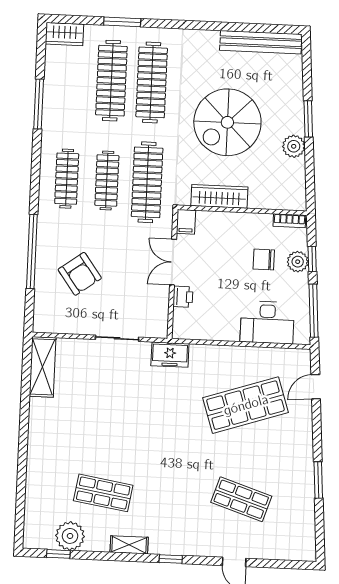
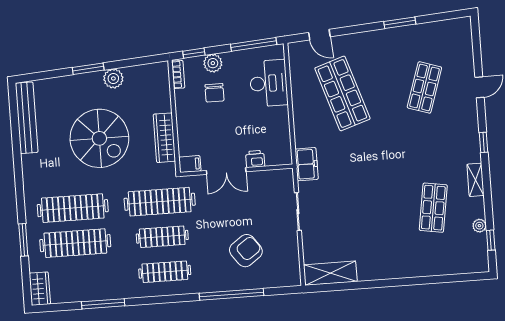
window: (312, 259) -> (194, 53), moved
plant: (70, 536) -> (479, 226), width x0.53, depth x0.53

